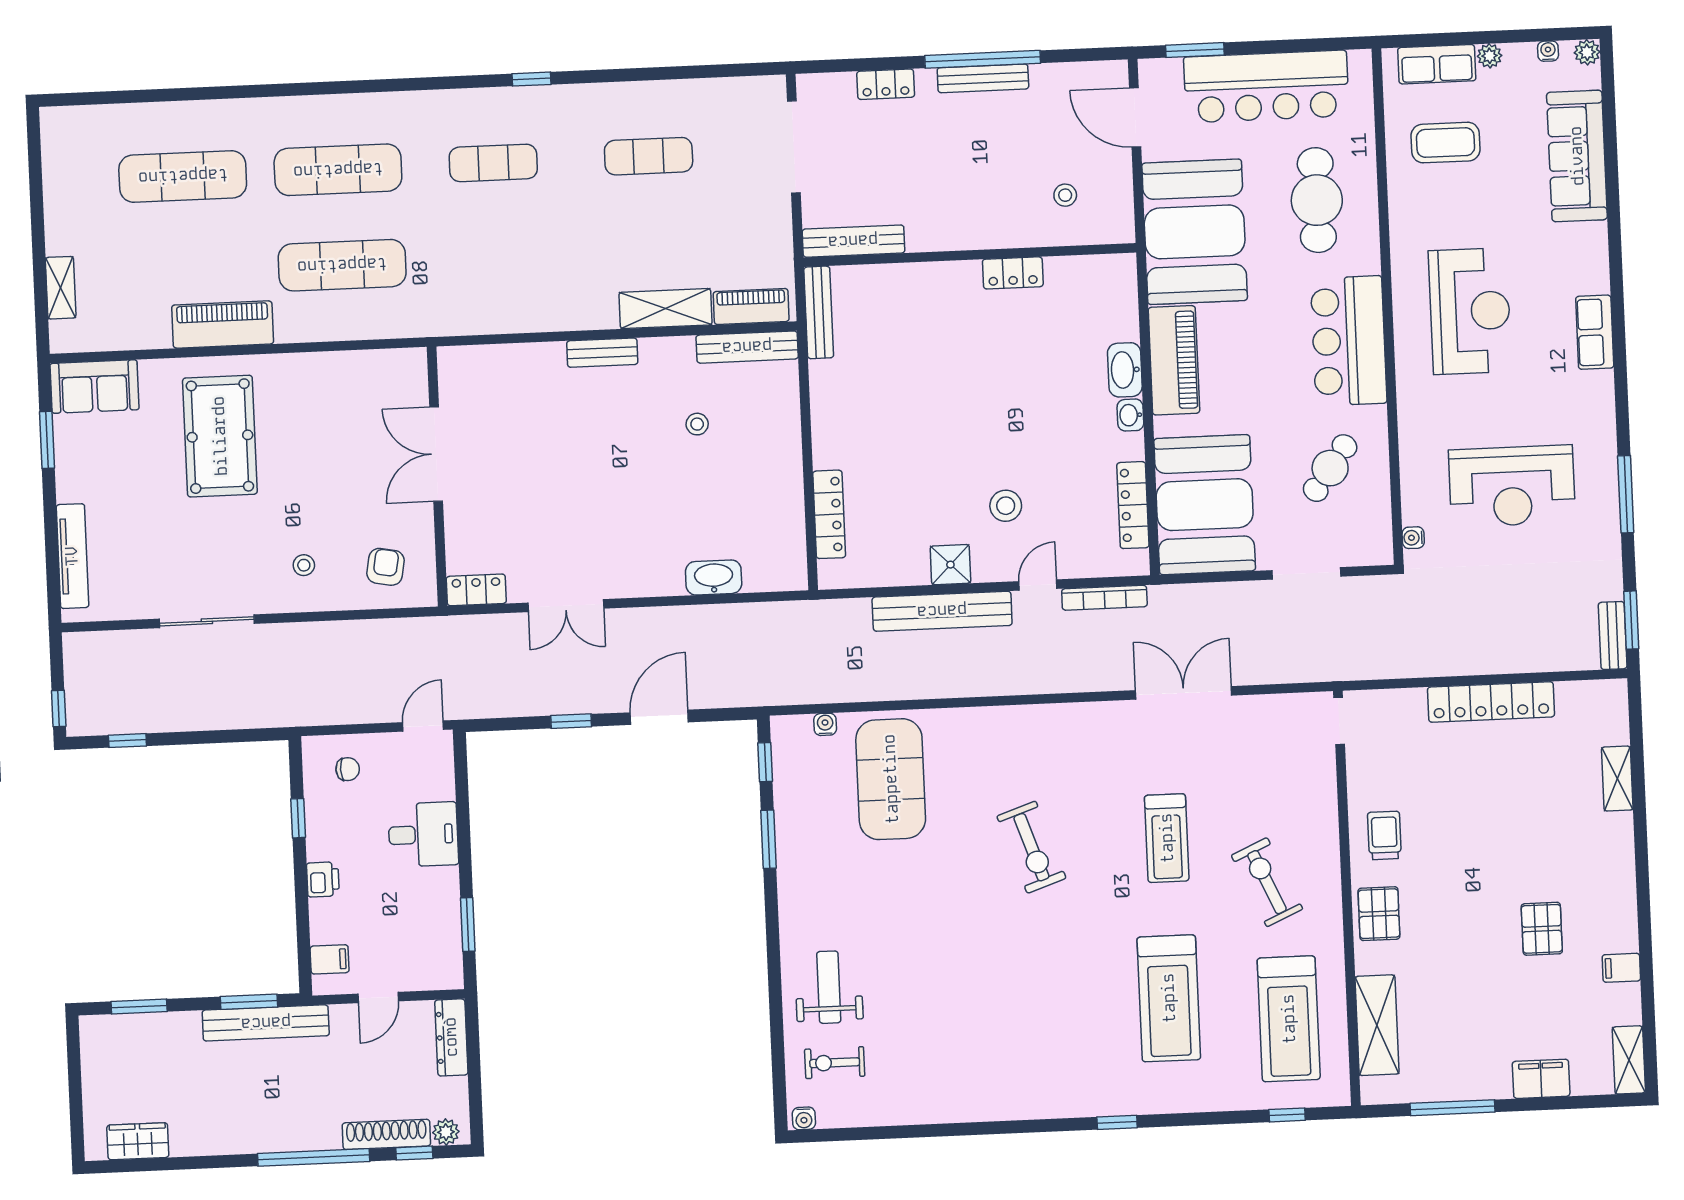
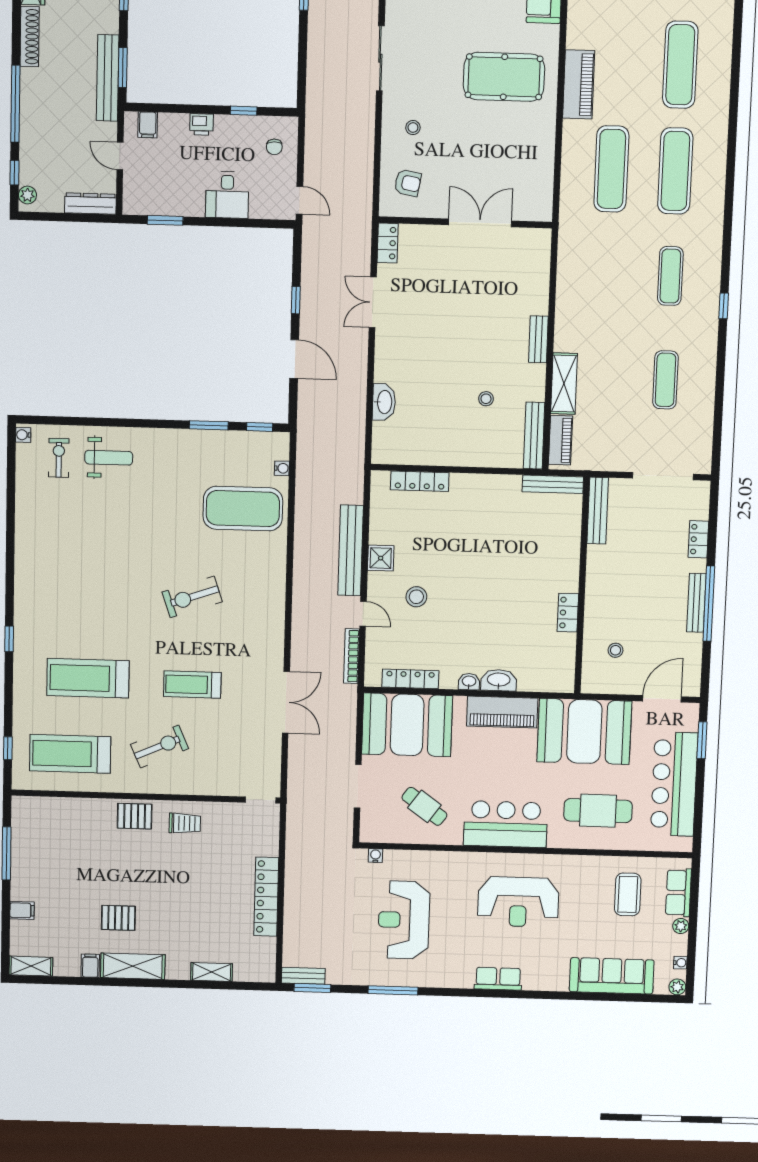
shelving: (1377, 1025) -> (133, 966), moved
filing cabinet: (1541, 1079) -> (22, 910), width x0.50
shoe rack: (386, 1134) -> (30, 37), moved

